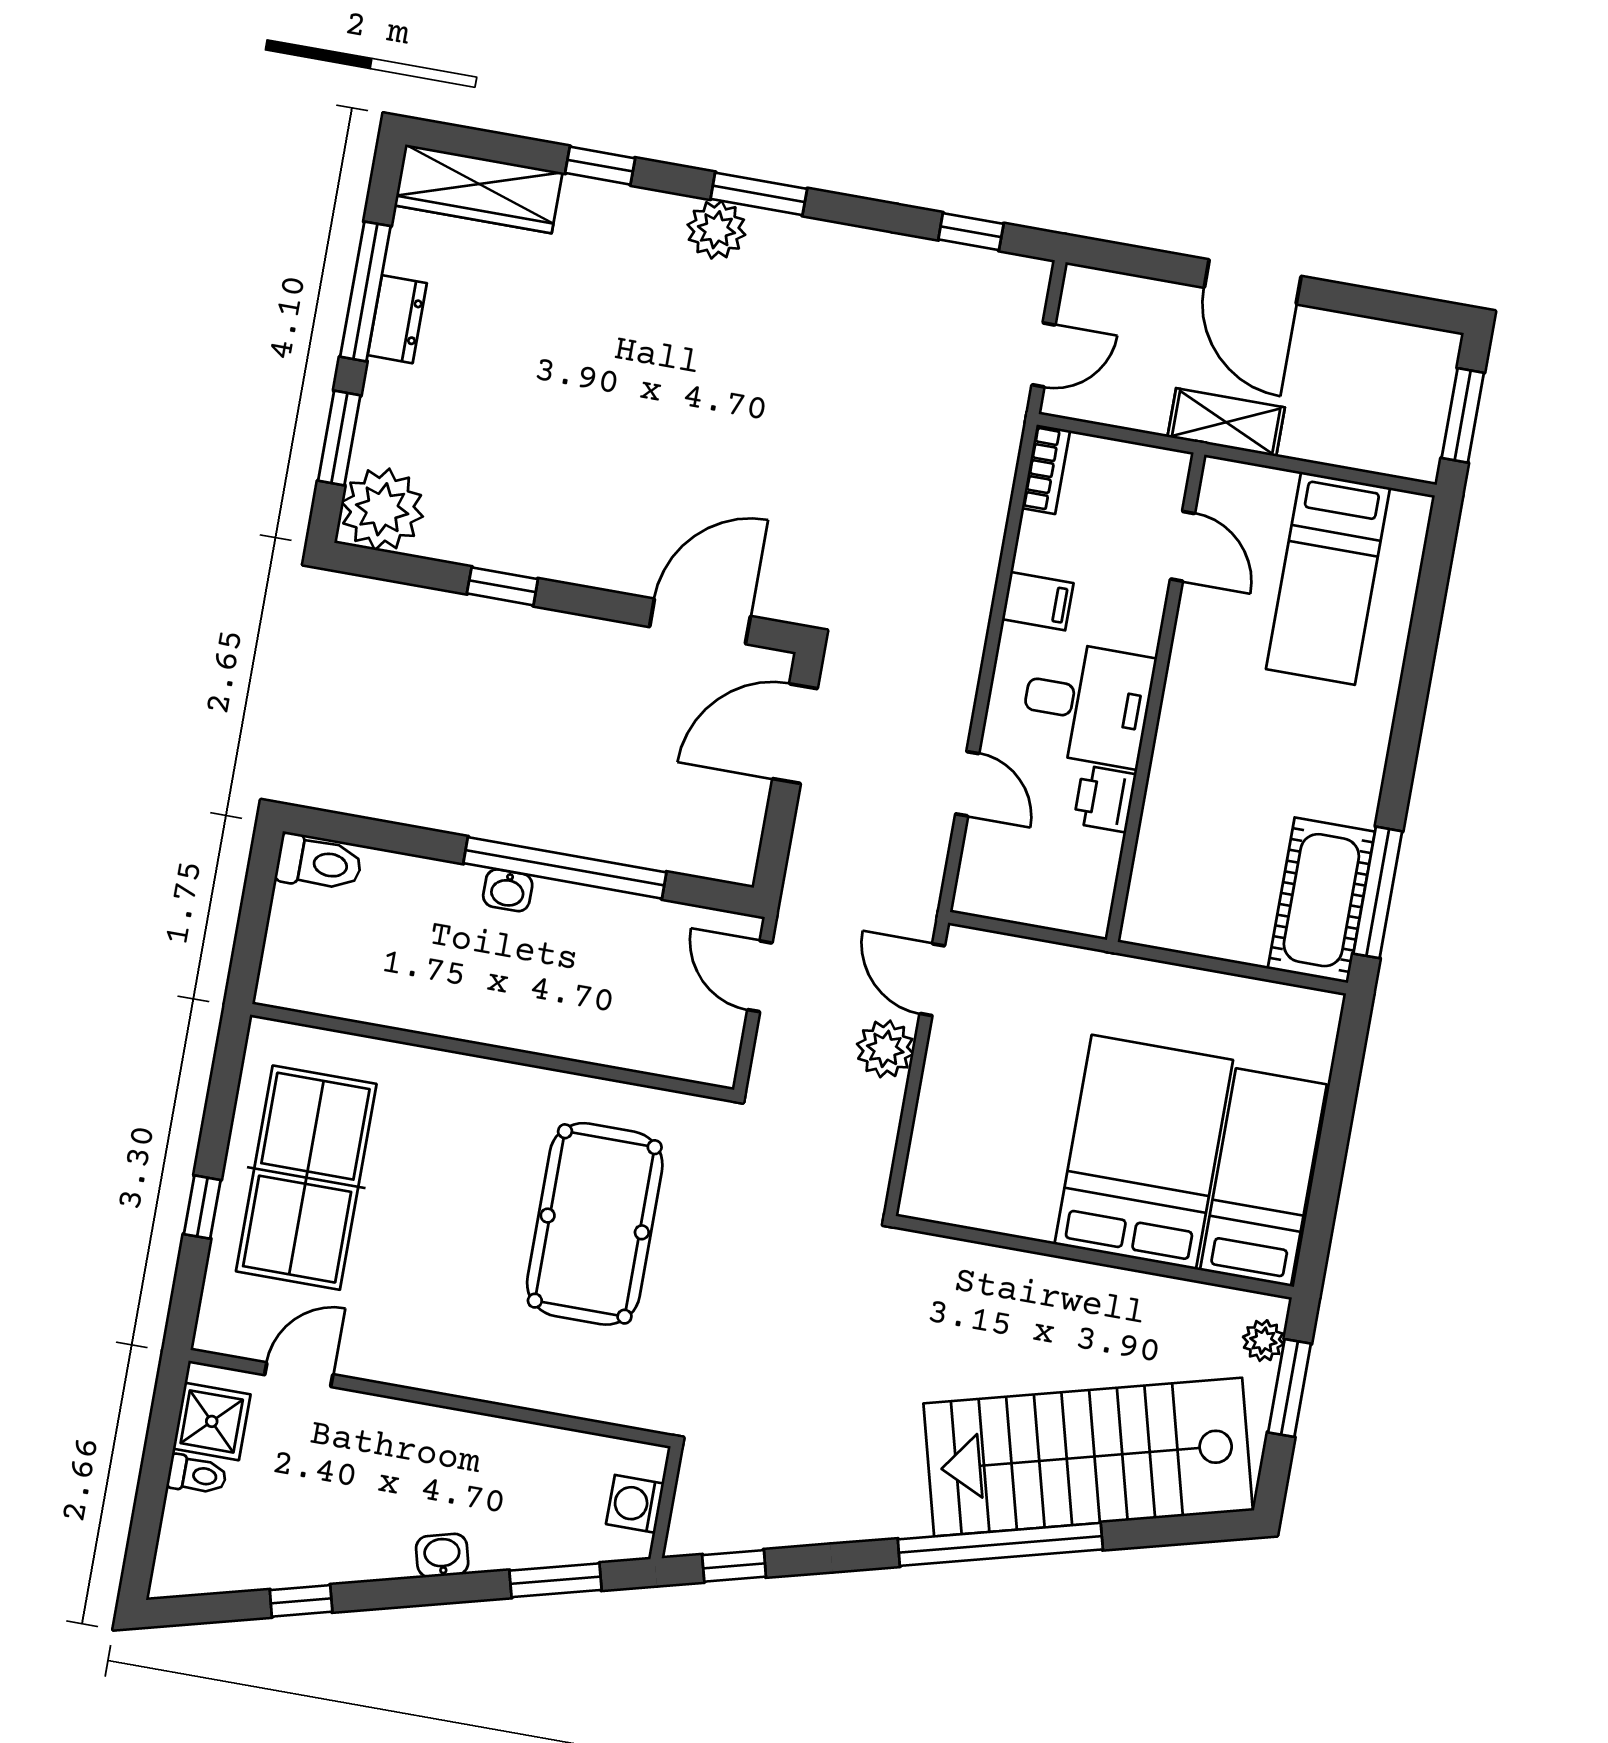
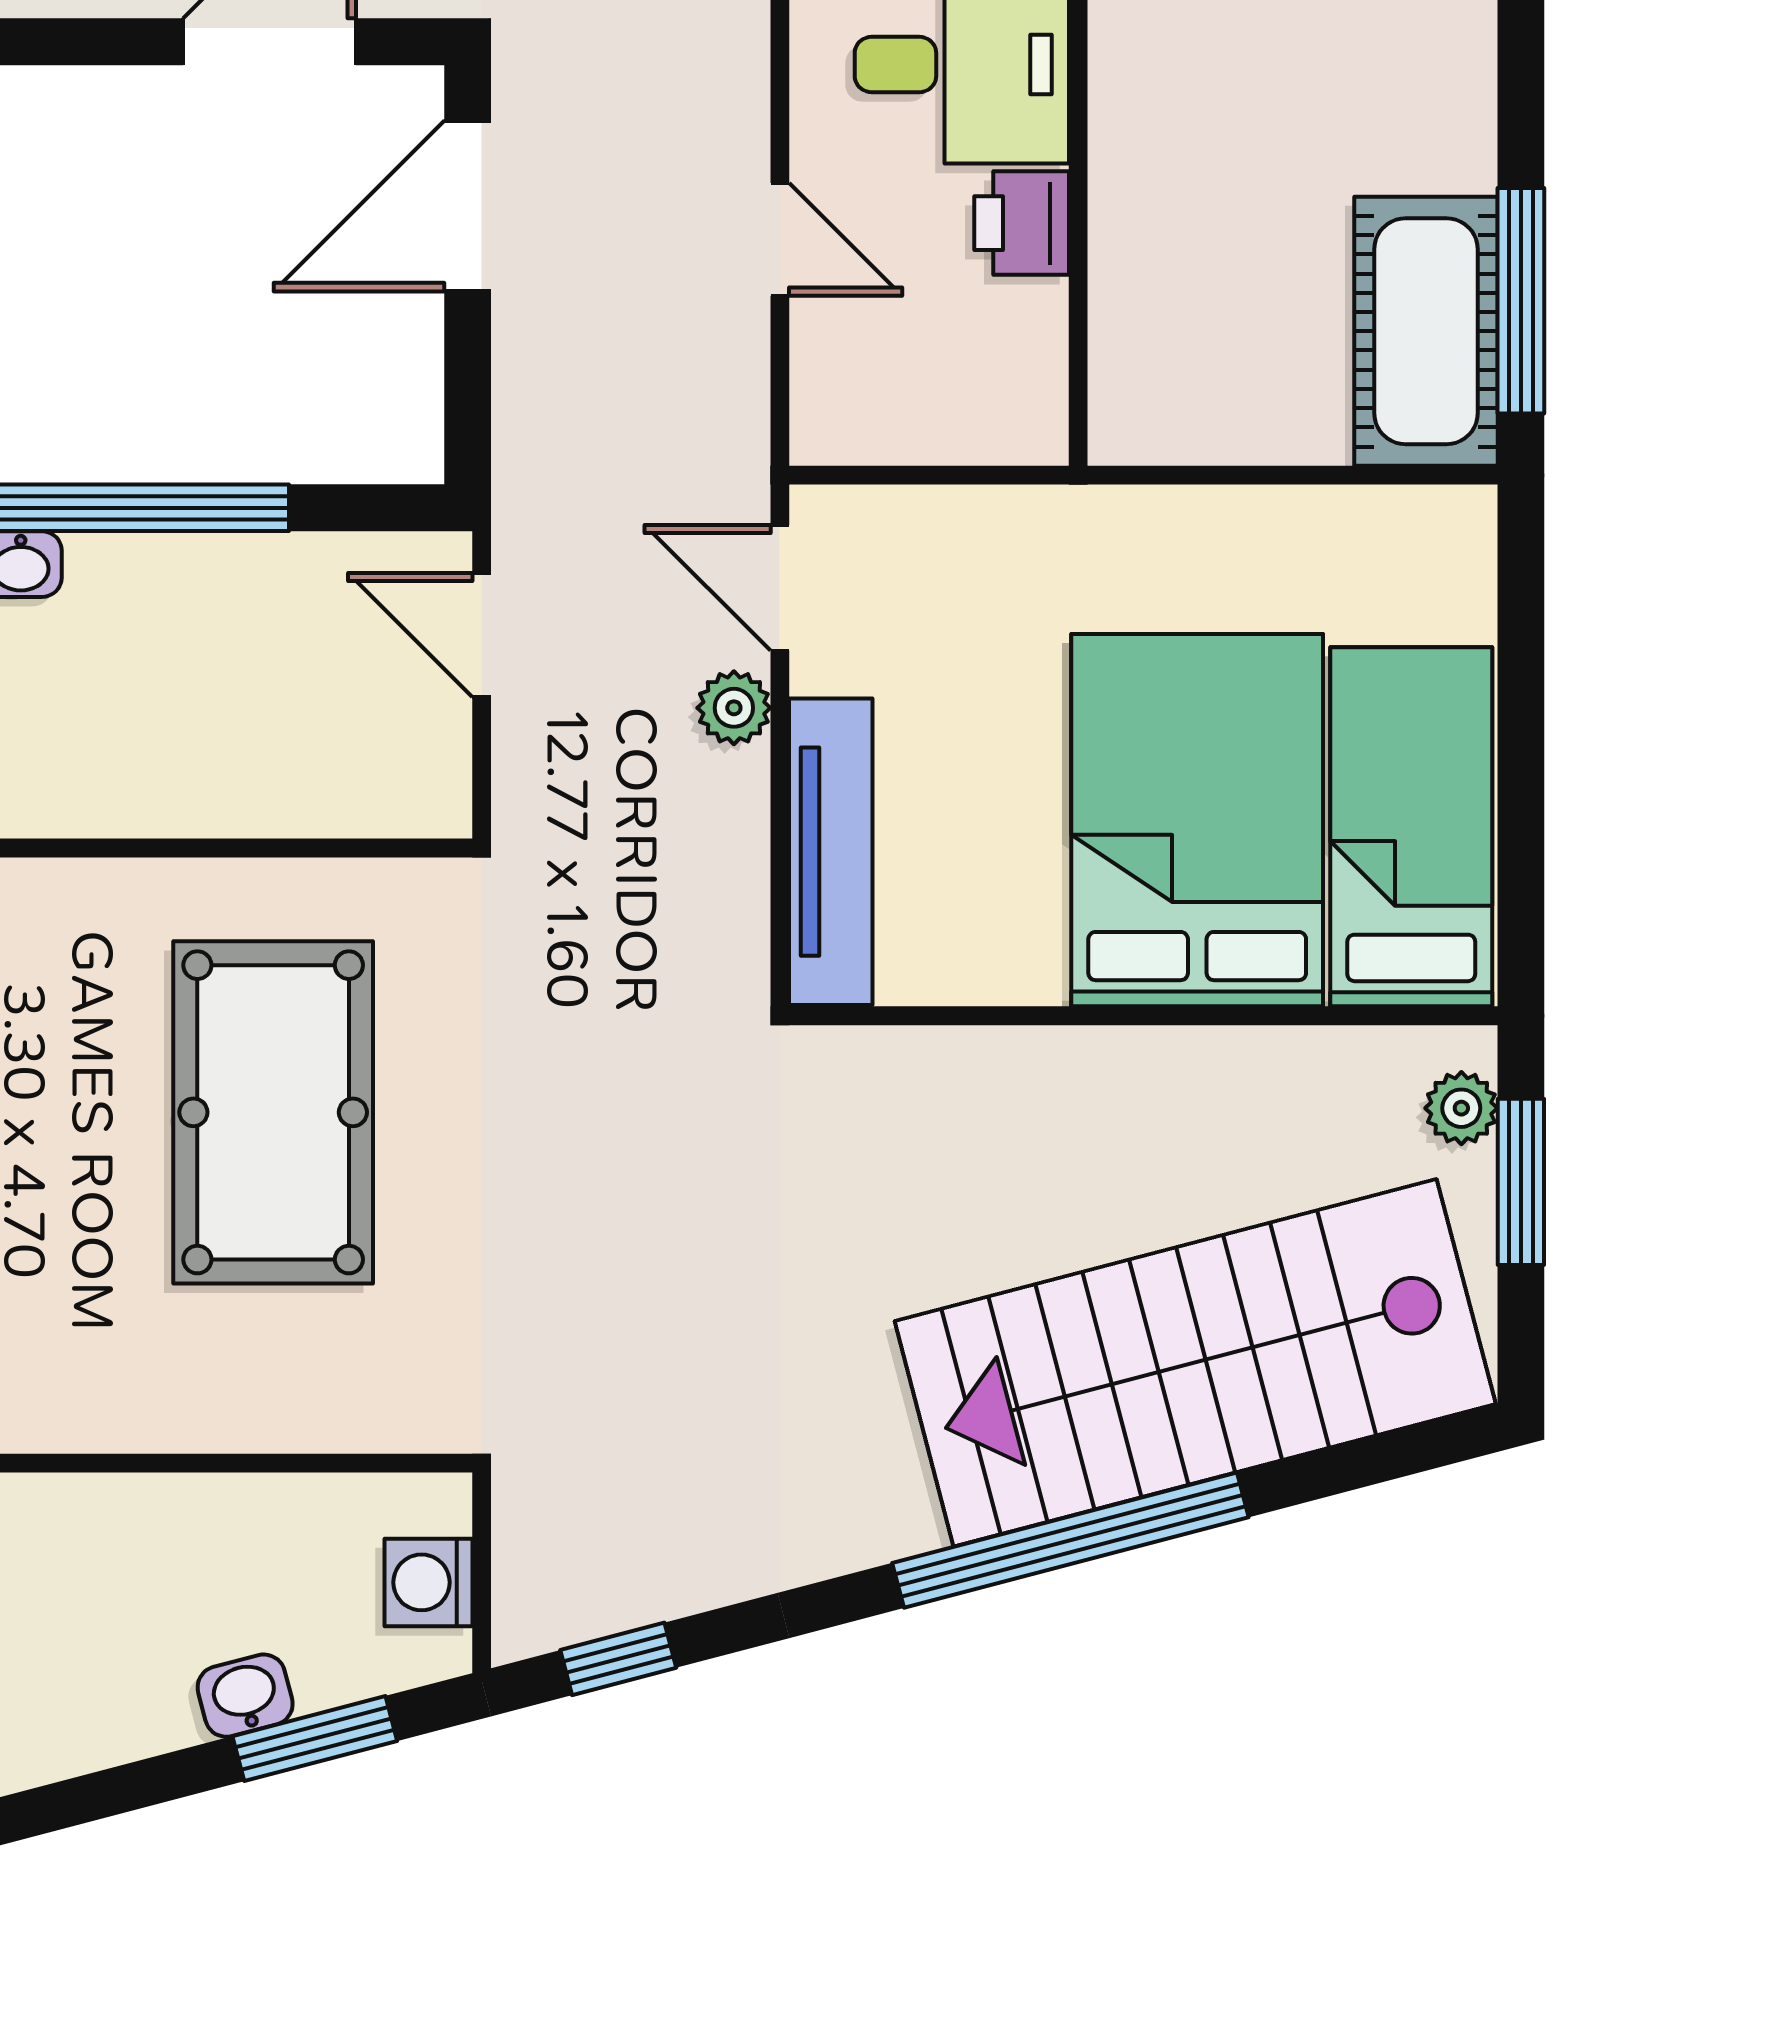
plant: (885, 1049) -> (734, 708), width x0.73, depth x0.73
tv unit: (934, 1133) -> (831, 852), added
washbasin: (442, 1555) -> (245, 1696), moved

